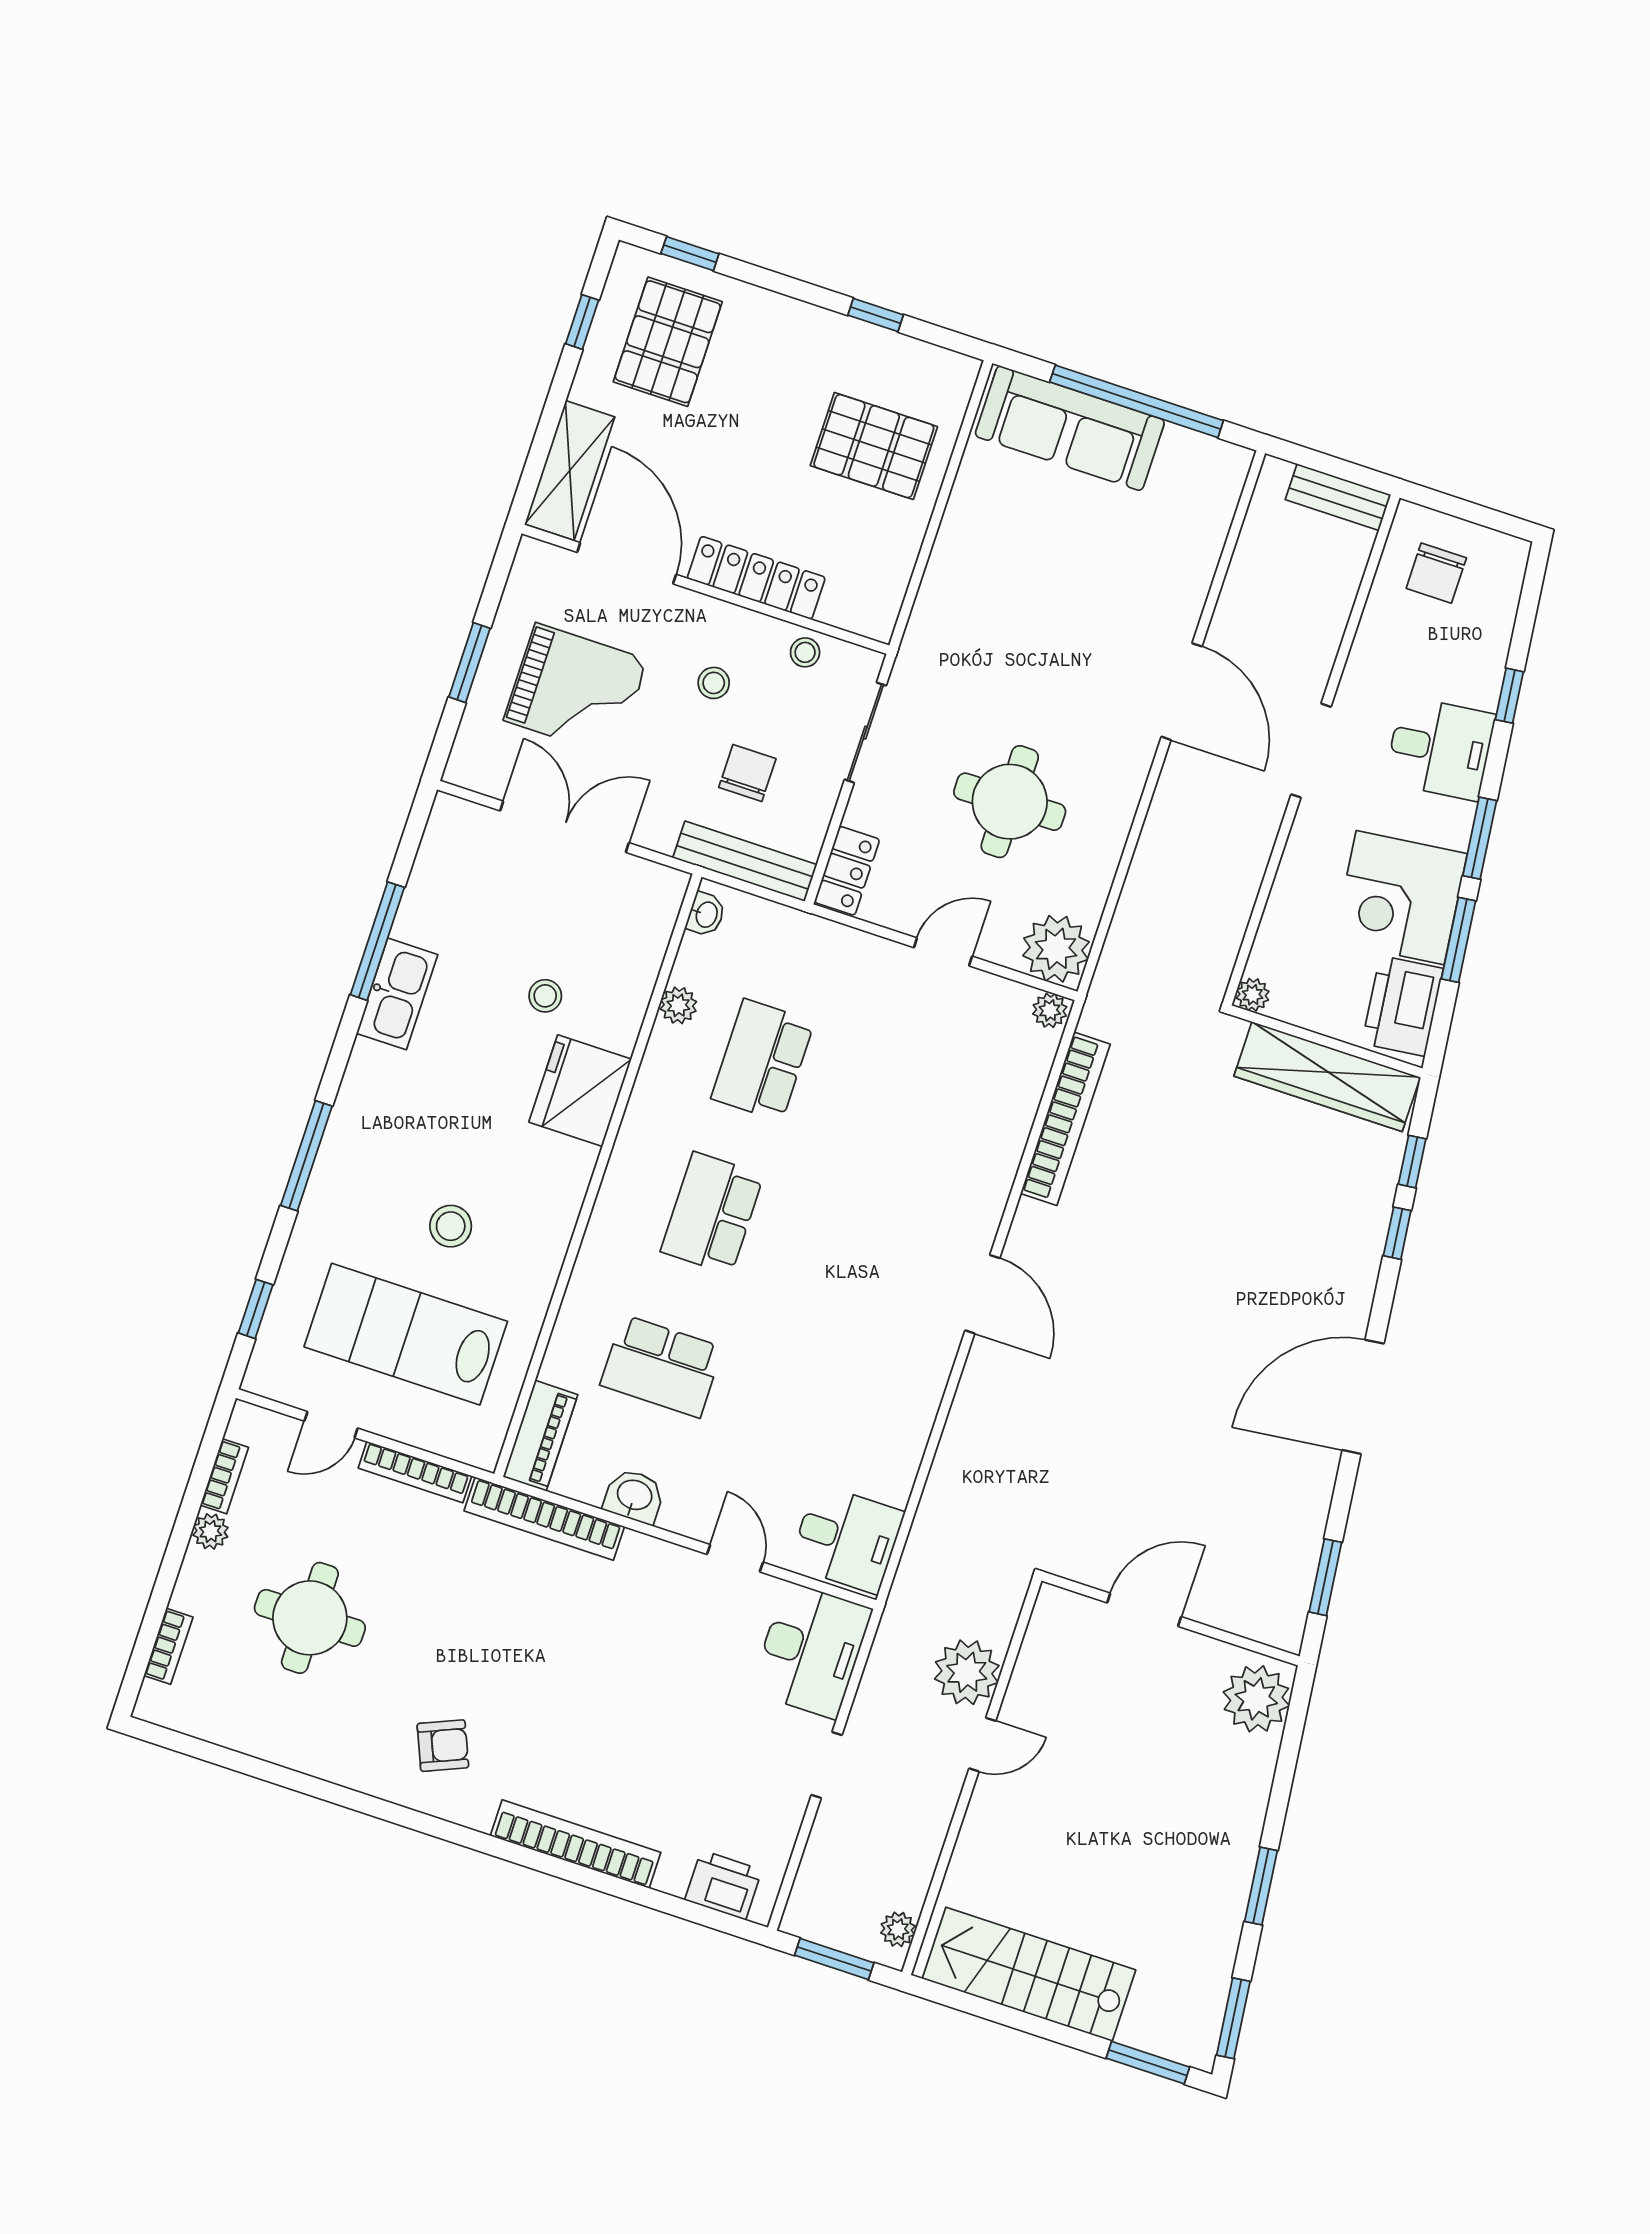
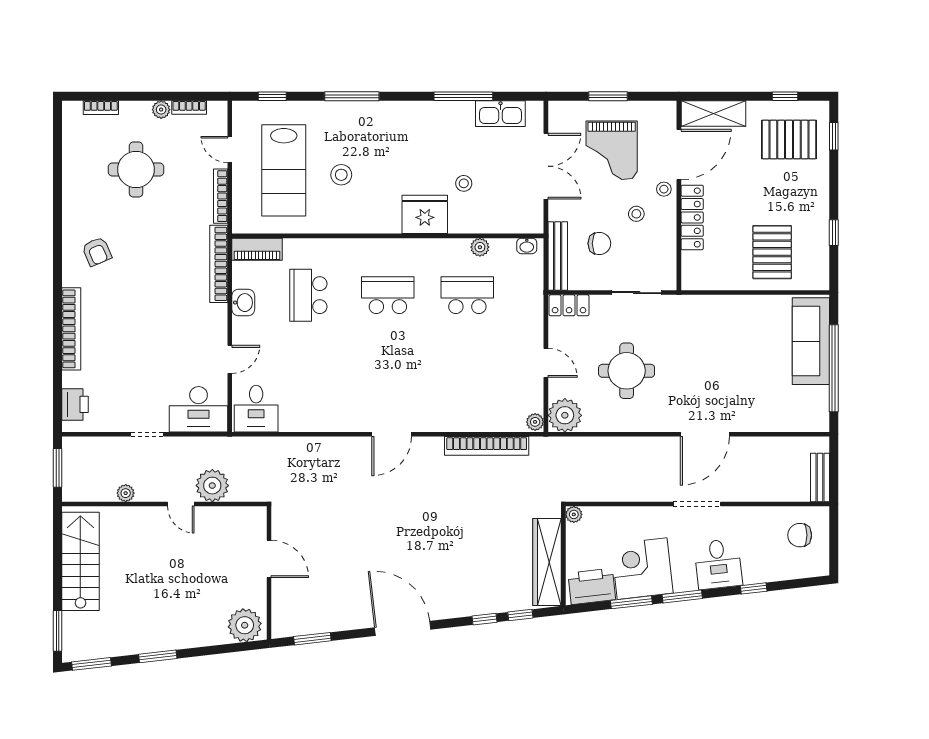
stool: (805, 652) -> (664, 189), moved
kitchen sink: (397, 994) -> (500, 114), moved
lab bench: (406, 1334) -> (284, 170), turned 180
plant: (898, 1929) -> (126, 493), moved

